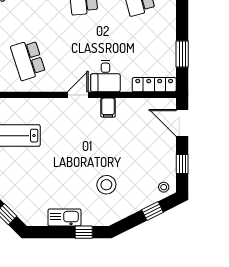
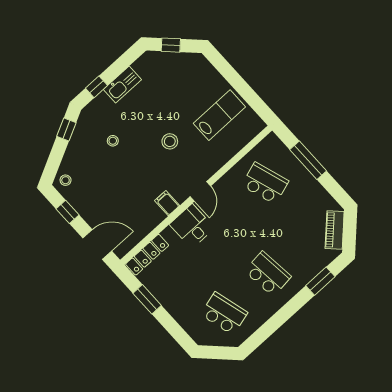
stool: (67, 149) -> (170, 141), added
stool: (106, 185) -> (113, 141), width x0.53, depth x0.53
window: (152, 211) -> (66, 129), moved

